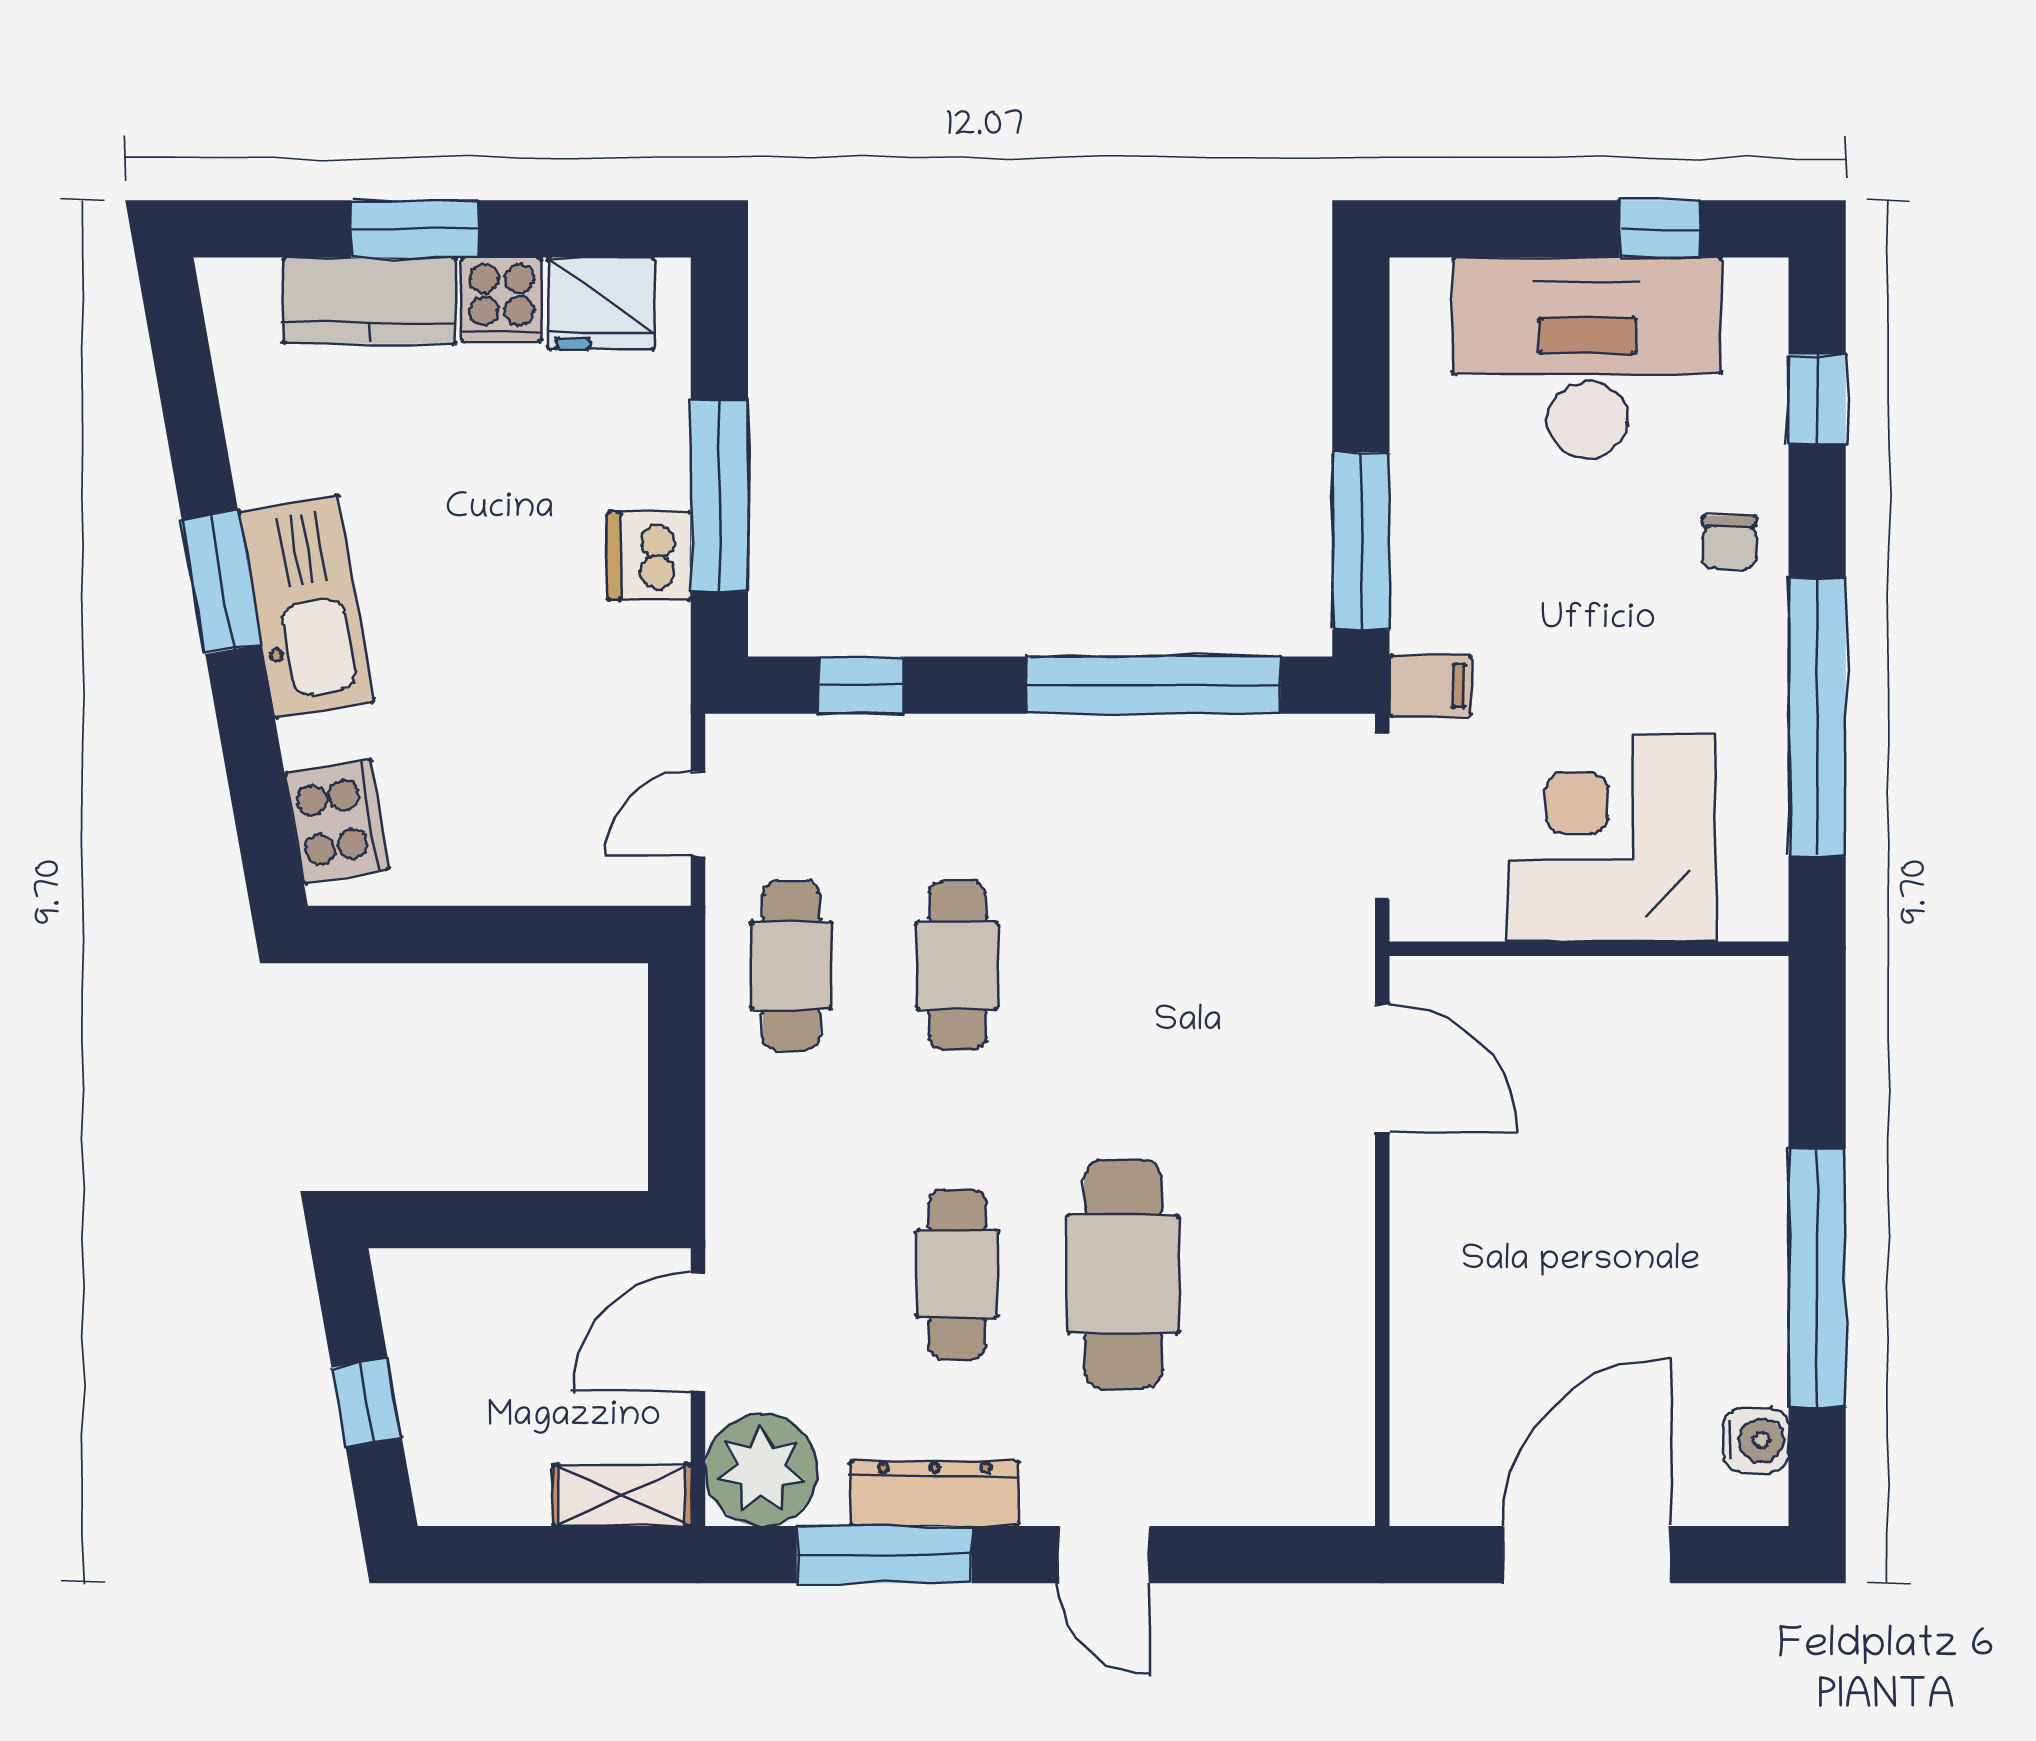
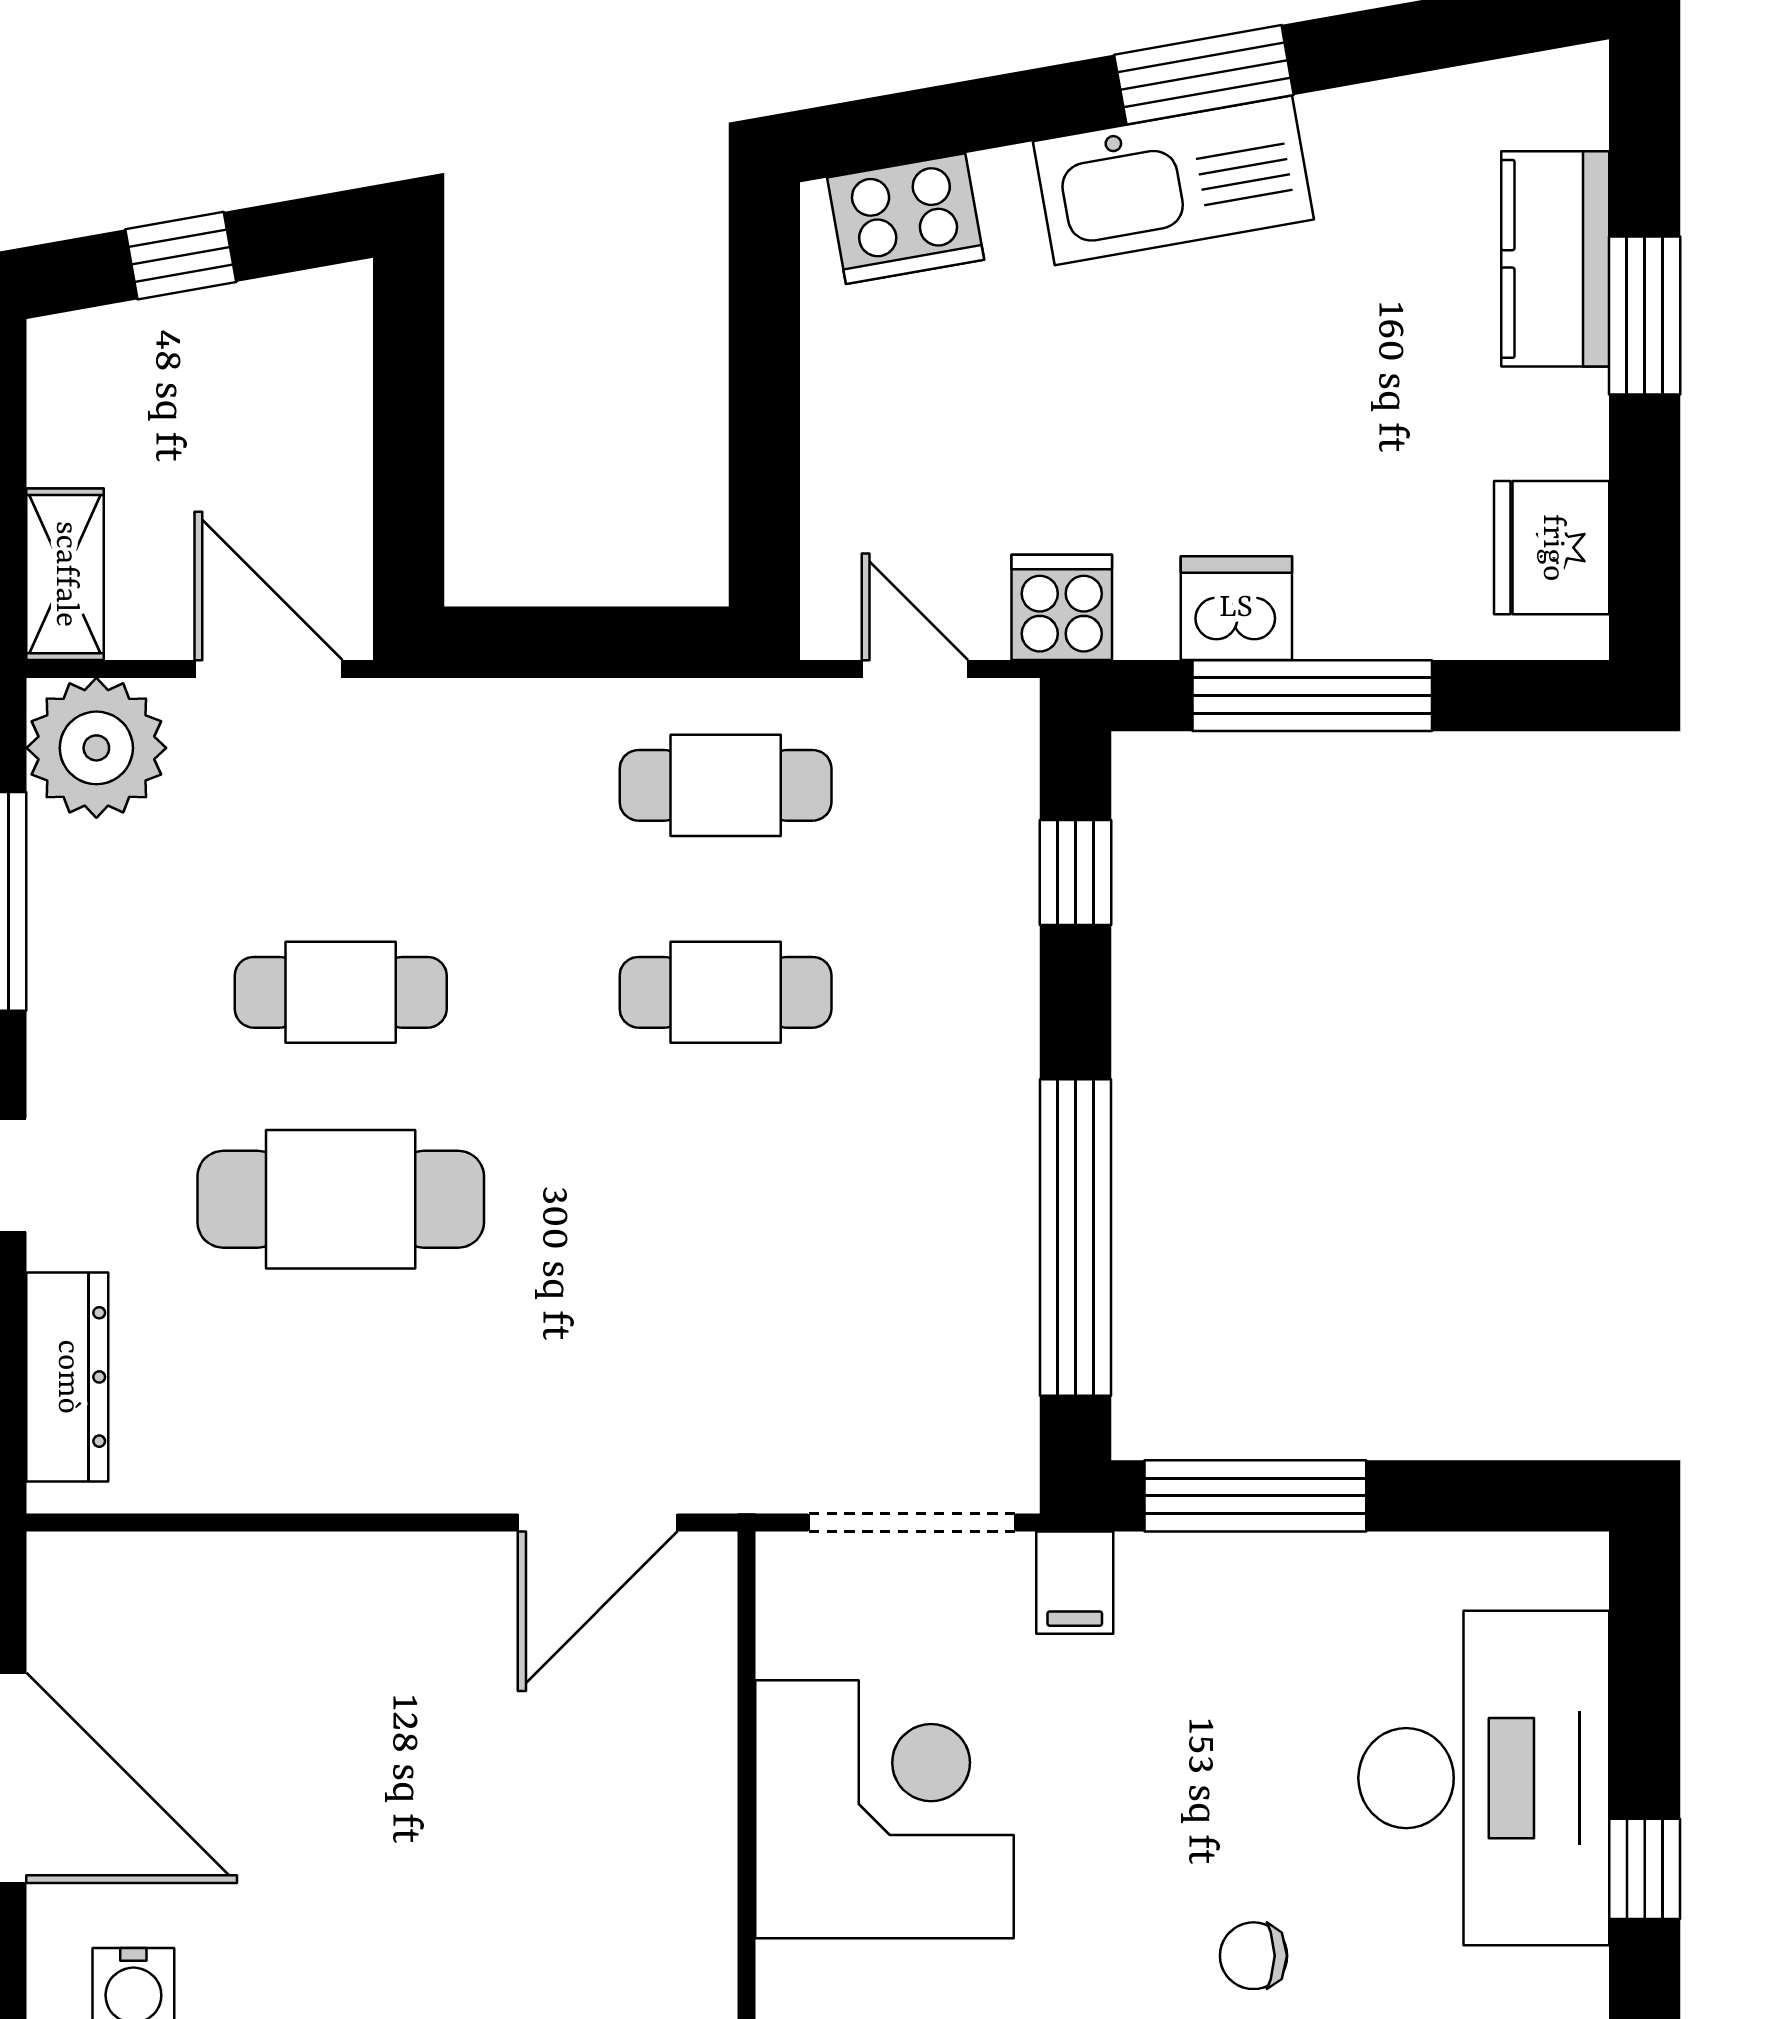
cooker: (501, 300) -> (1062, 607), moved, turned 90
dresser: (935, 1493) -> (67, 1377), moved

